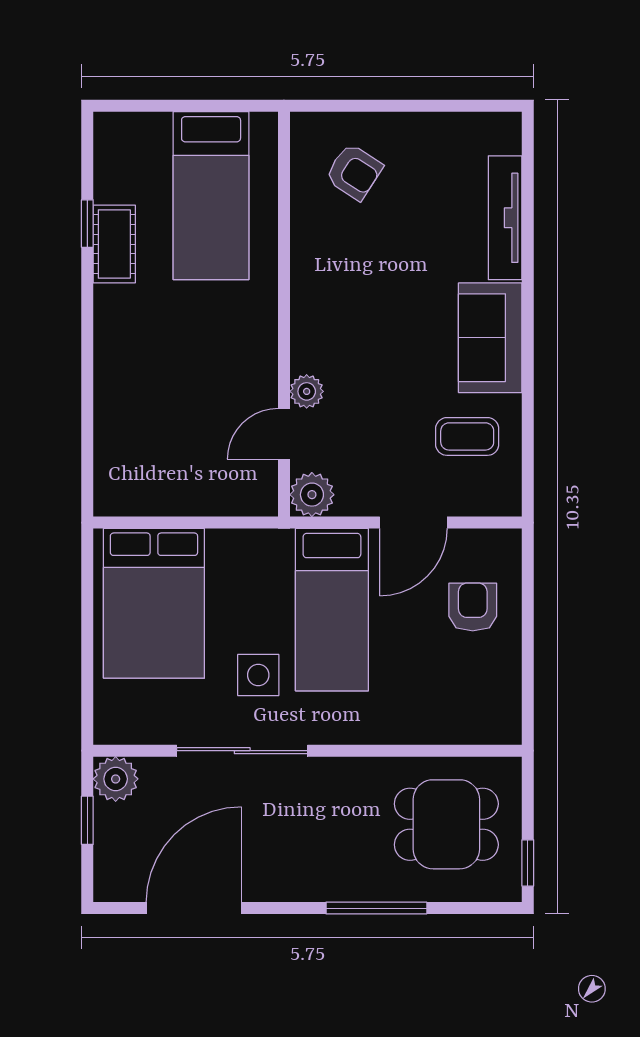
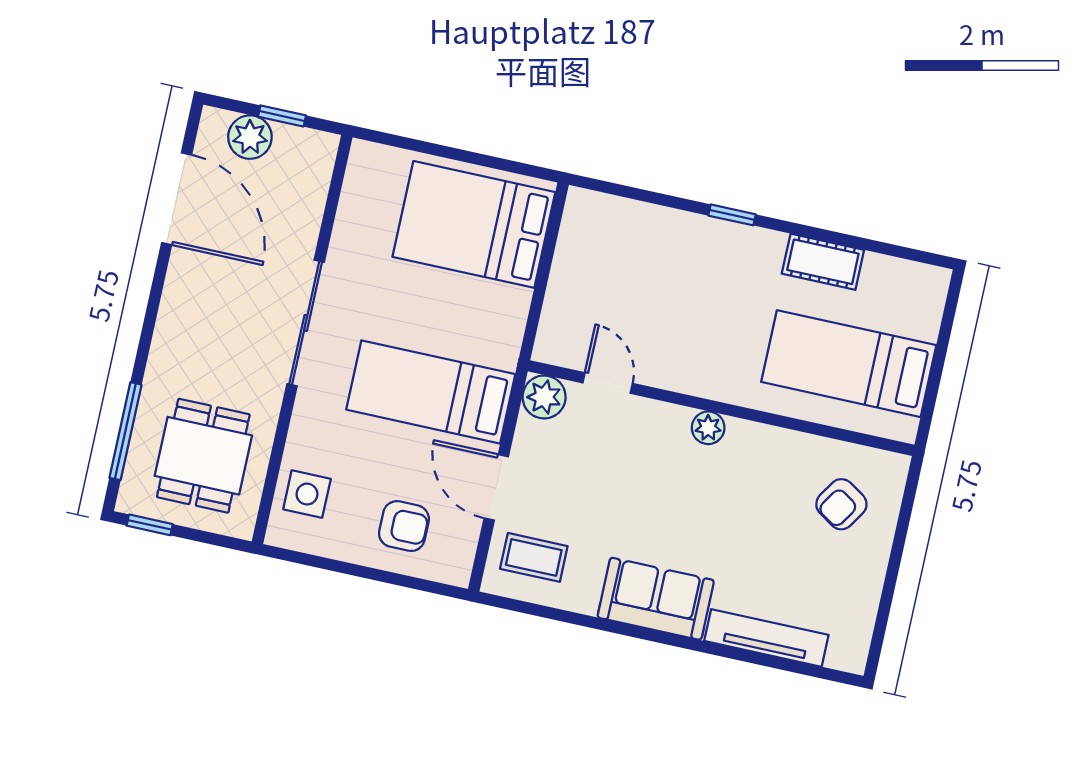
window: (87, 224) -> (732, 215), moved
plant: (307, 391) -> (708, 428), moved
coffee table: (467, 436) -> (534, 557), moved, turned 90
side table: (258, 675) -> (307, 494), moved
sliding door: (242, 751) -> (306, 323), moved
plant: (116, 779) -> (250, 137), moved
window: (376, 908) -> (125, 431), moved

